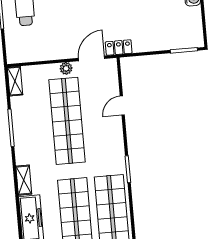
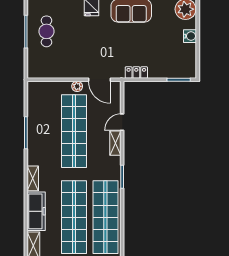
locker: (119, 48) -> (136, 73), moved
door: (91, 58) -> (99, 80), swing flipped
shelving: (15, 81) -> (115, 143), moved

